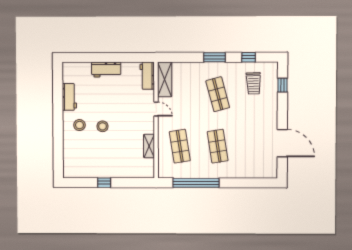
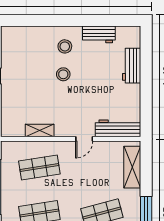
workbench: (106, 70) -> (132, 66), moved
workbench: (147, 76) -> (118, 128), width x1.37
shelving: (165, 79) -> (132, 167), moved, turned 90

